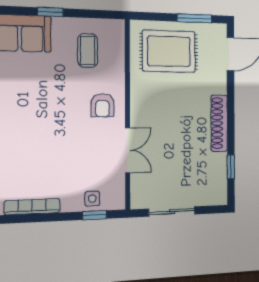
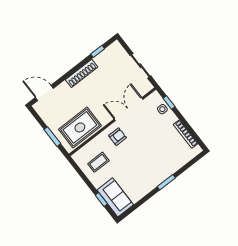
window: (50, 12) -> (101, 200), moved
window: (194, 18) -> (52, 137), moved
rug: (169, 51) -> (80, 127), moved, turned 90
double door: (128, 150) -> (129, 109), width x1.37

